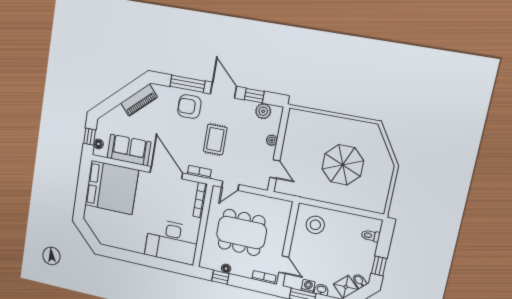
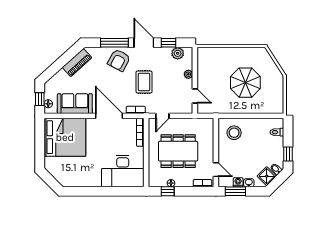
armchair: (189, 107) -> (119, 60), turned -62

